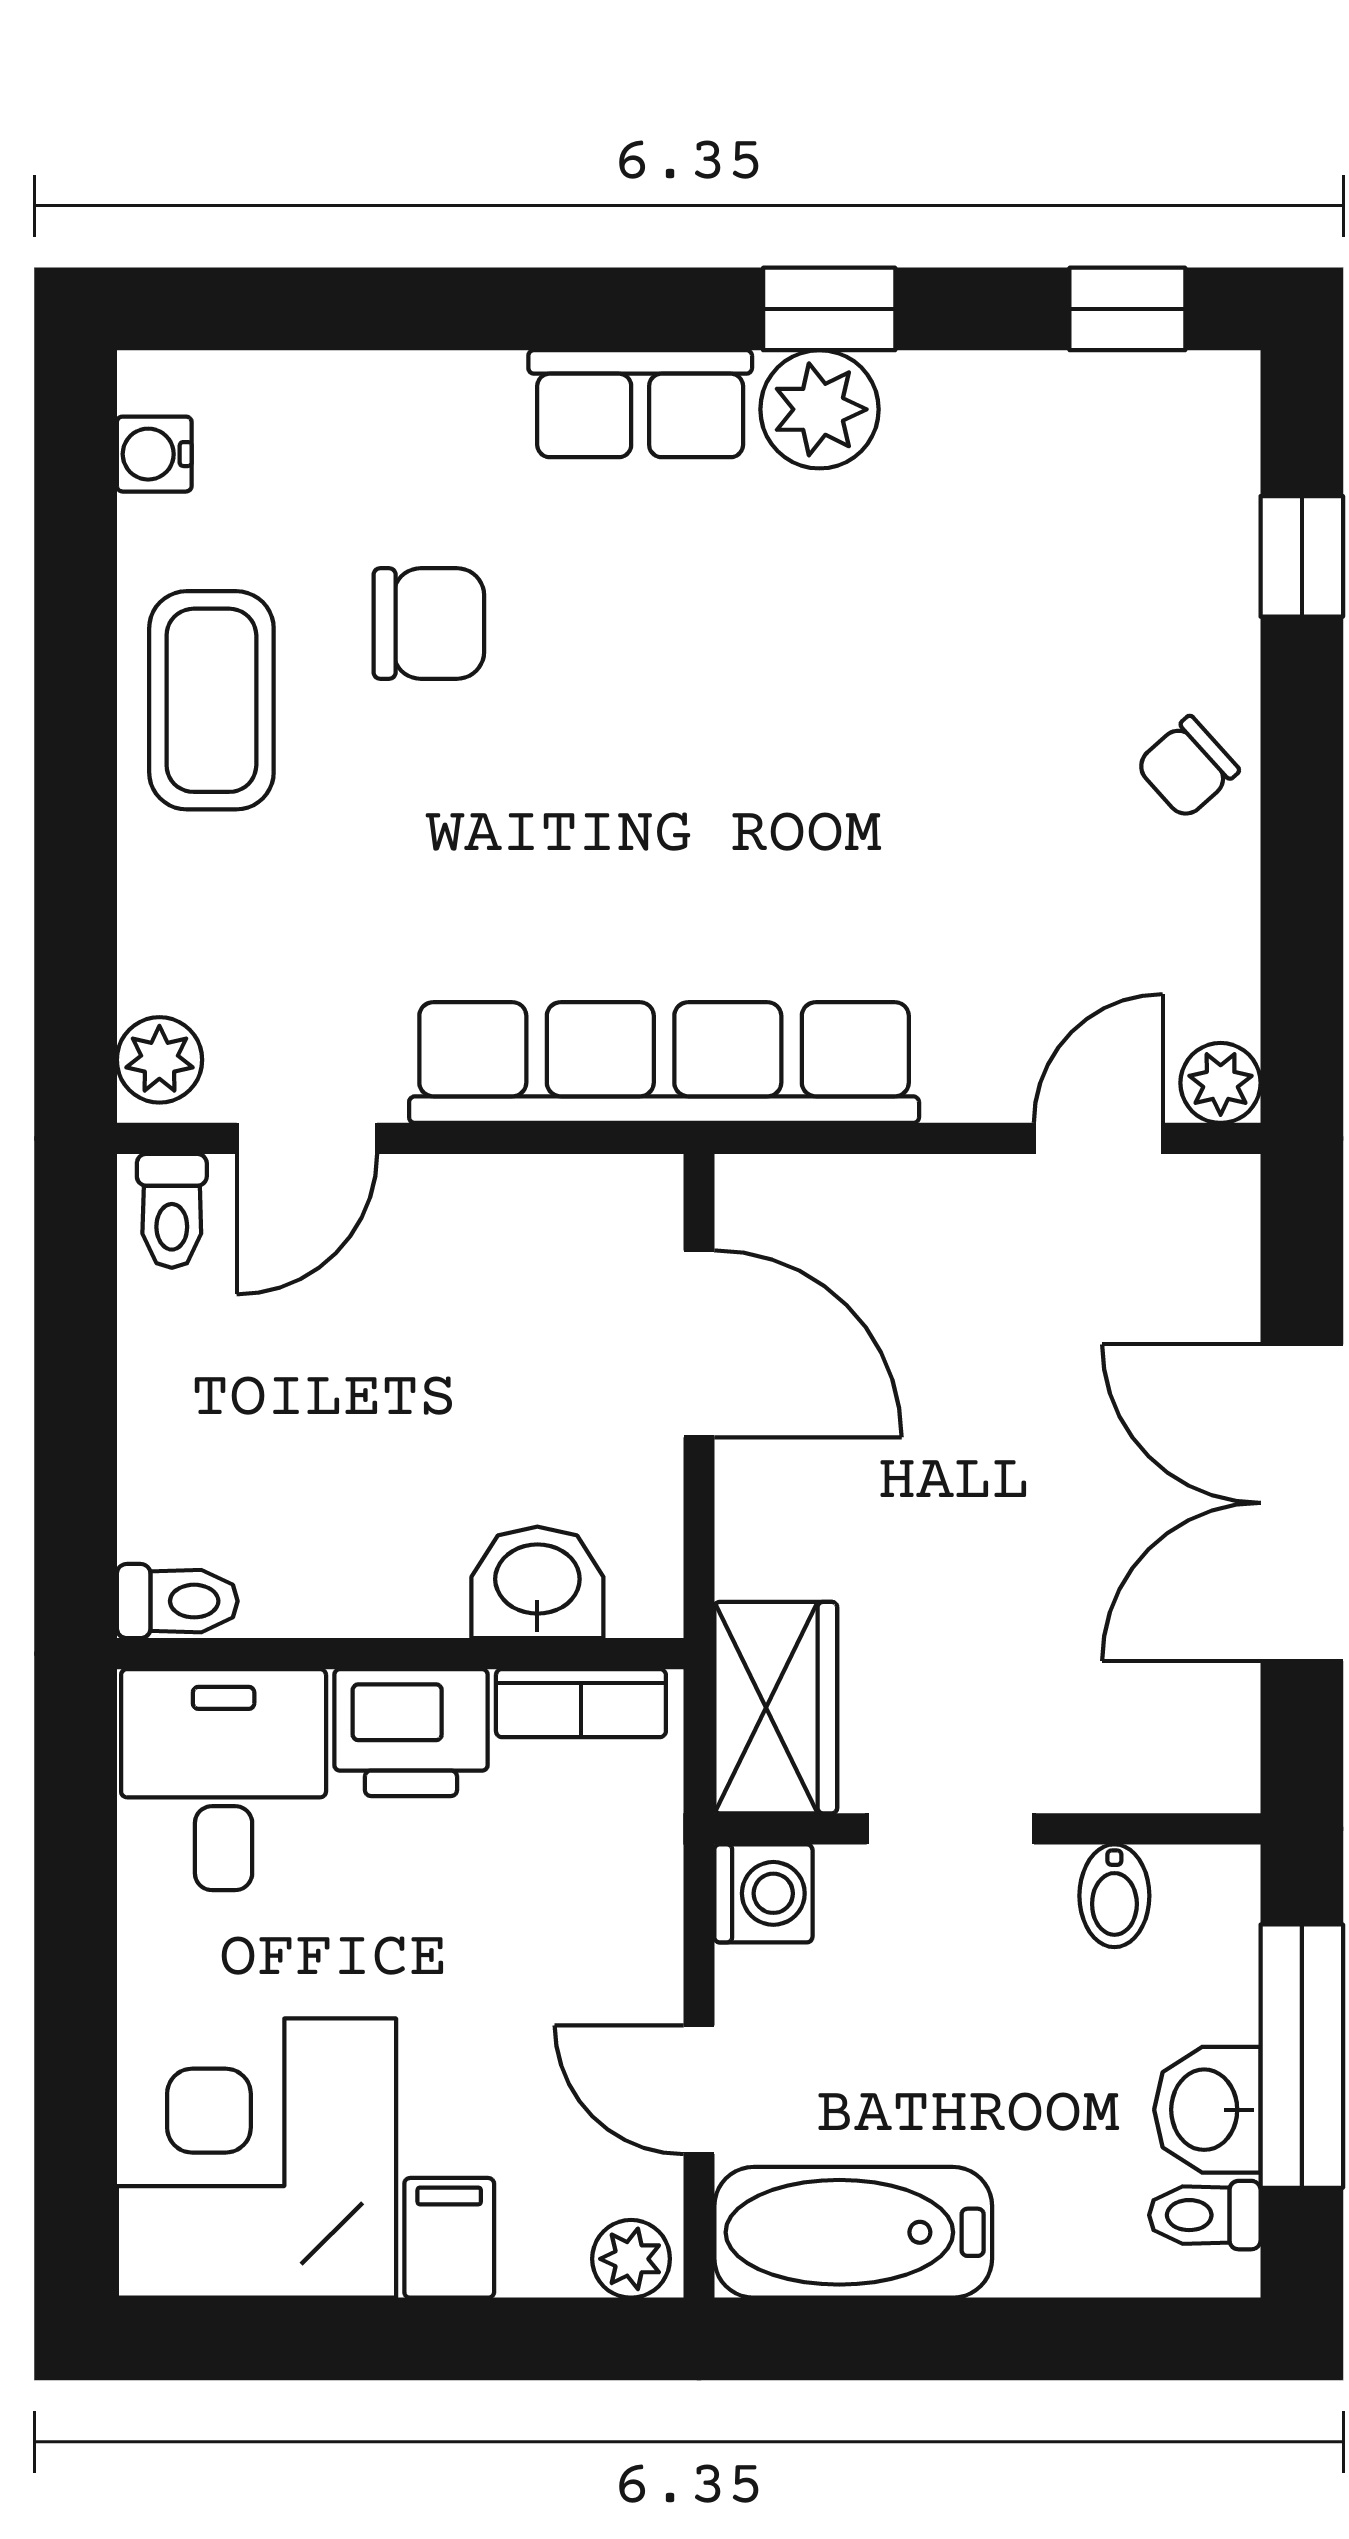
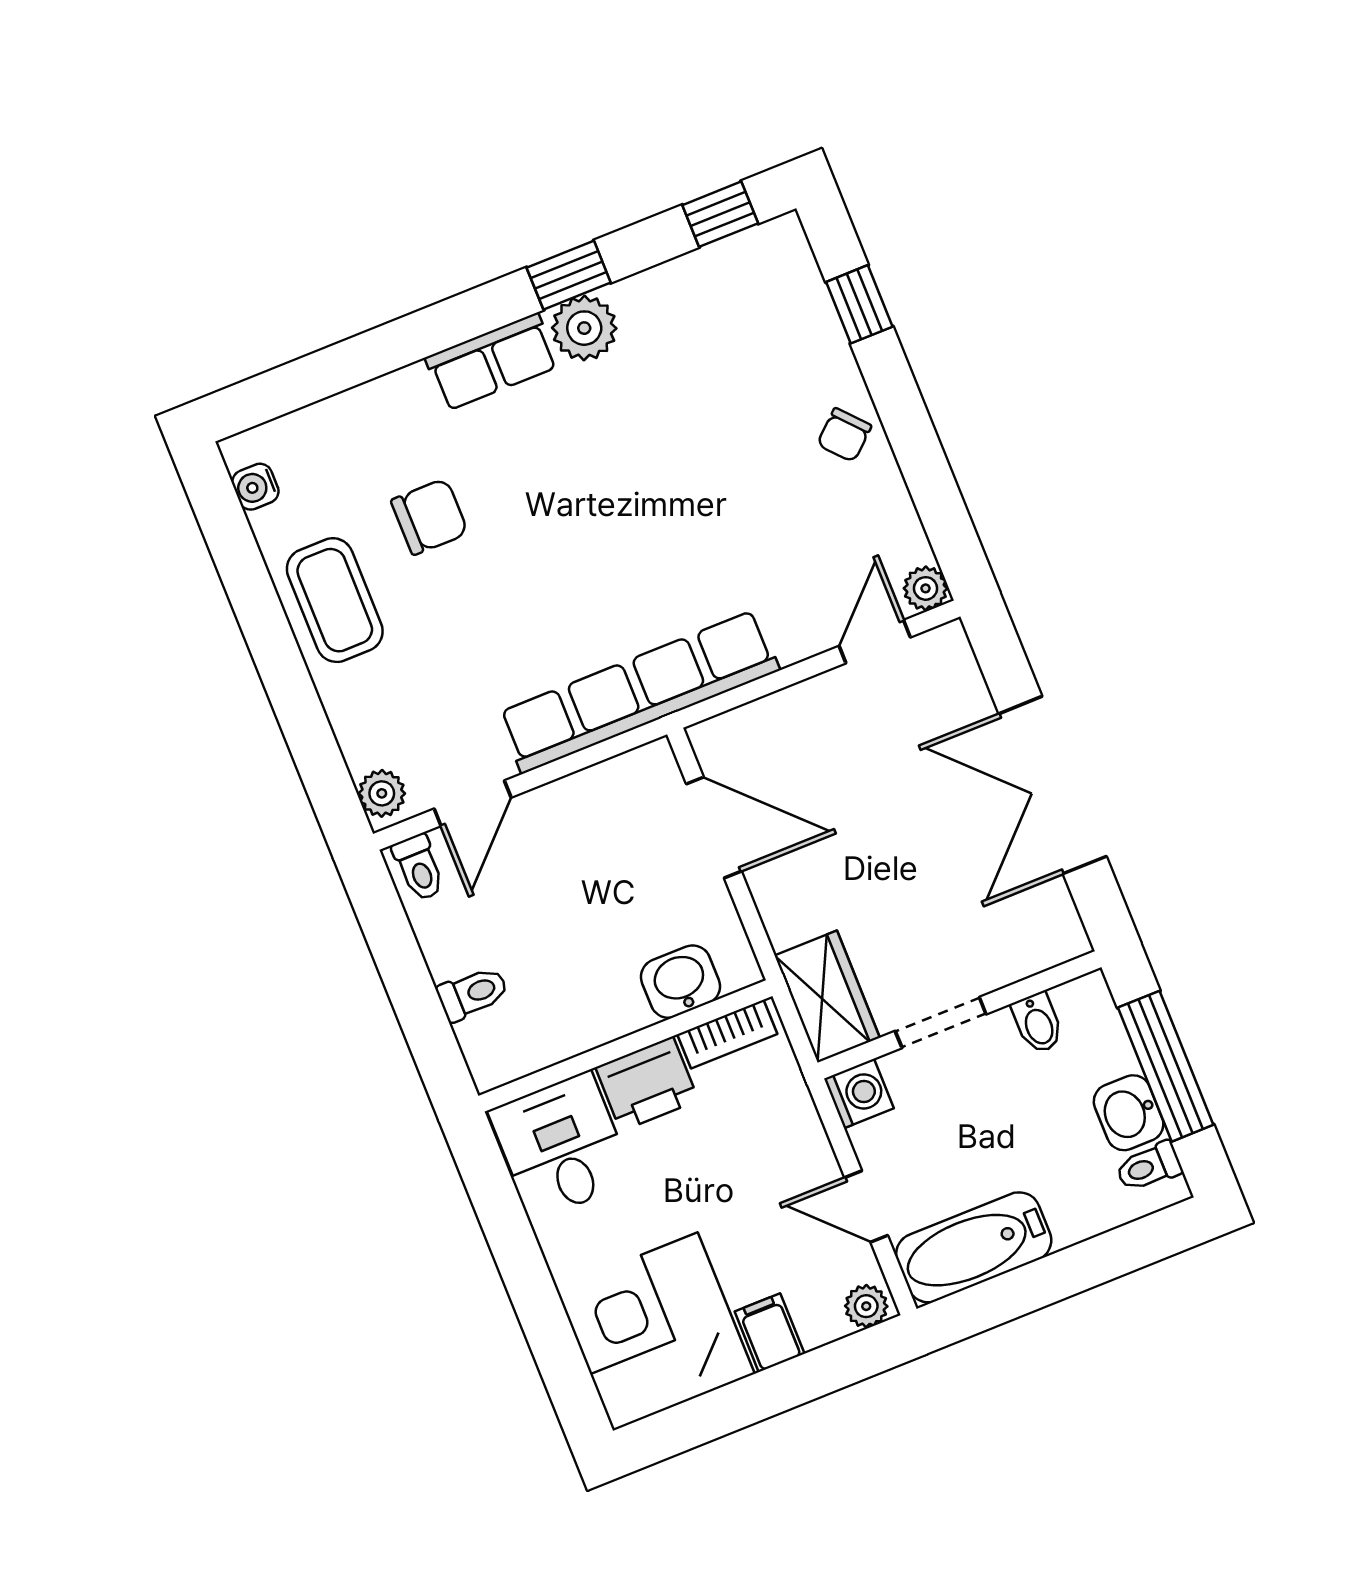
toilet: (177, 1601) -> (473, 993), moved

